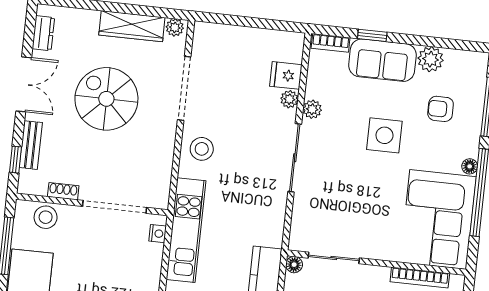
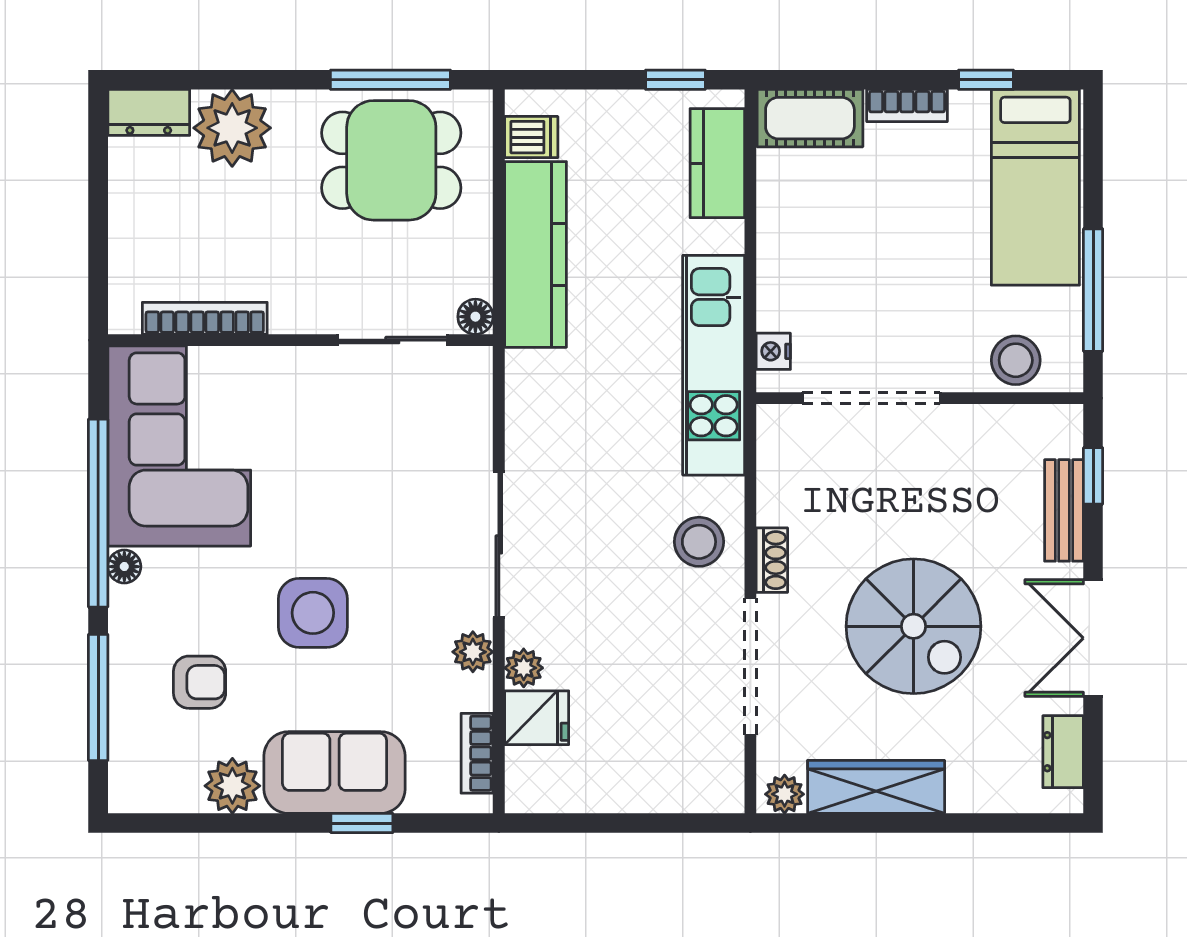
bookcase: (331, 43) -> (477, 753), moved, turned -90
shoe rack: (63, 191) -> (772, 560), moved, turned -90

